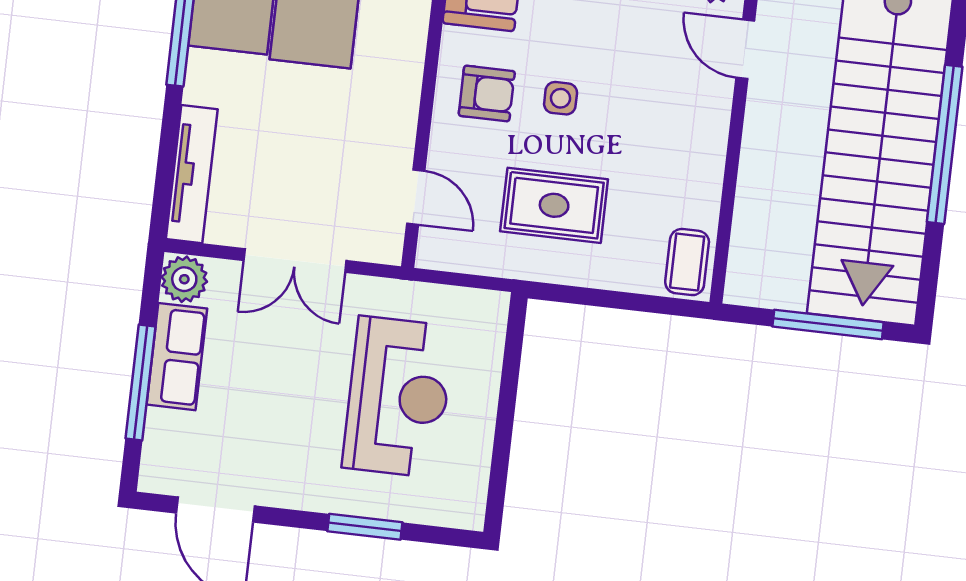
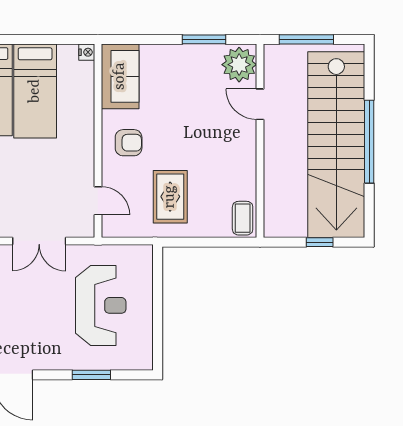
side table: (561, 98) -> (167, 141), removed
rug: (554, 205) -> (170, 197), turned 90
window: (828, 324) -> (320, 242), width x0.46

